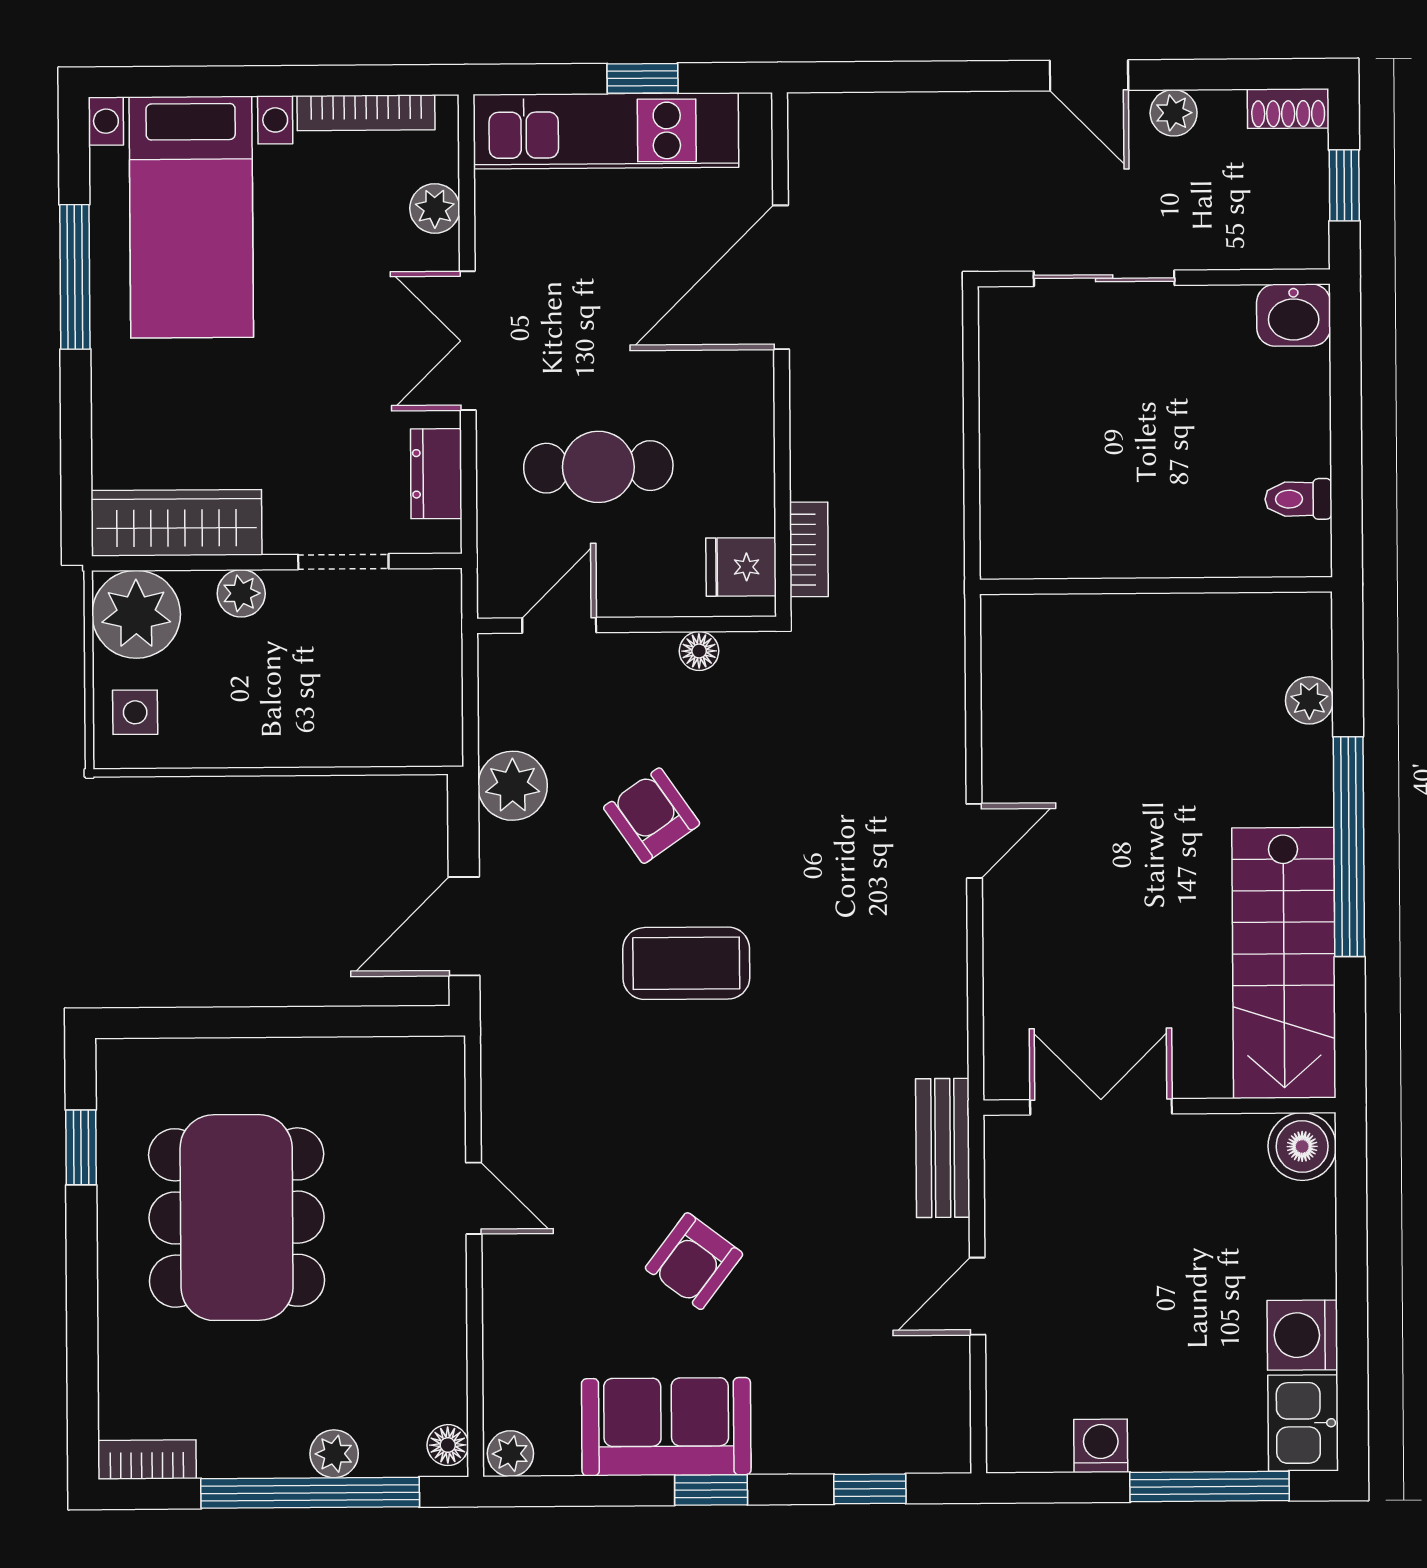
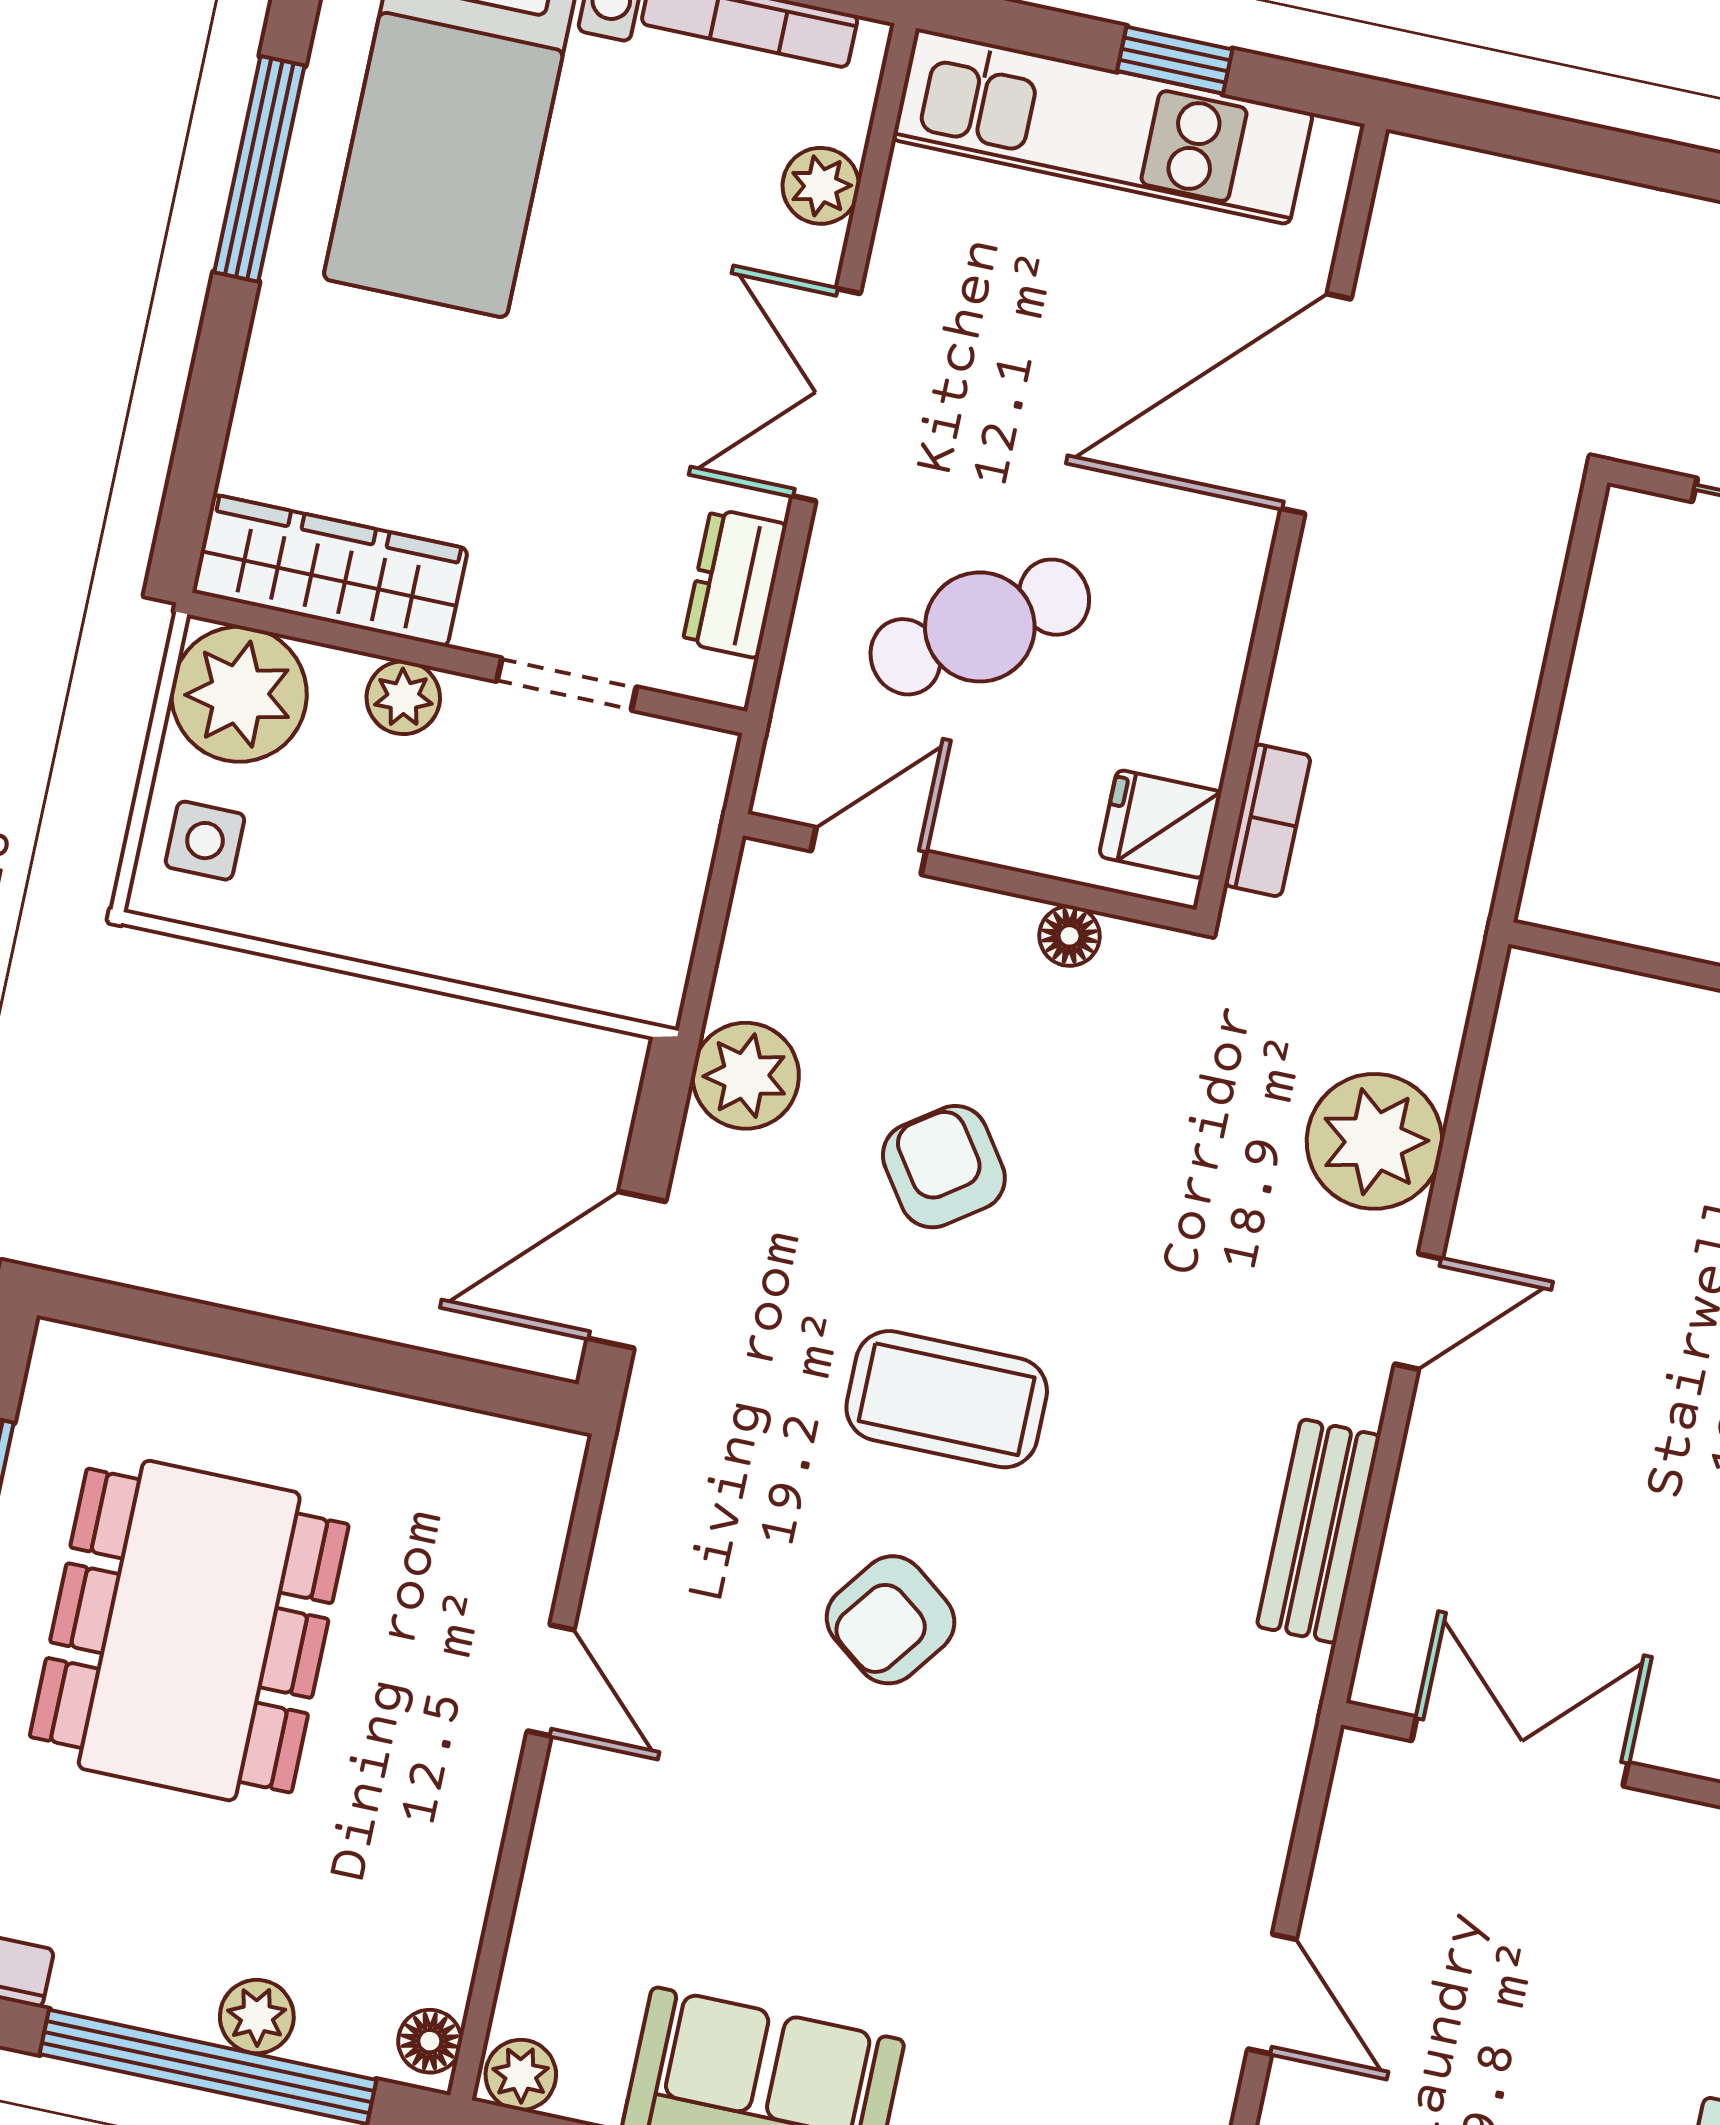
cafe table: (598, 467) -> (980, 627), turned -33
plant: (922, 739) -> (1375, 1141), added
bench: (943, 1148) -> (1319, 1531), moved
armchair: (694, 1261) -> (890, 1620), moved
door: (977, 1296) -> (1272, 1994), swing flipped

